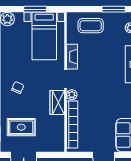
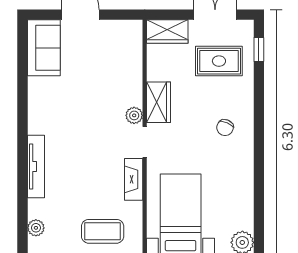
bookcase: (72, 124) -> (134, 66), removed
wardrobe: (52, 145) -> (167, 32), added

